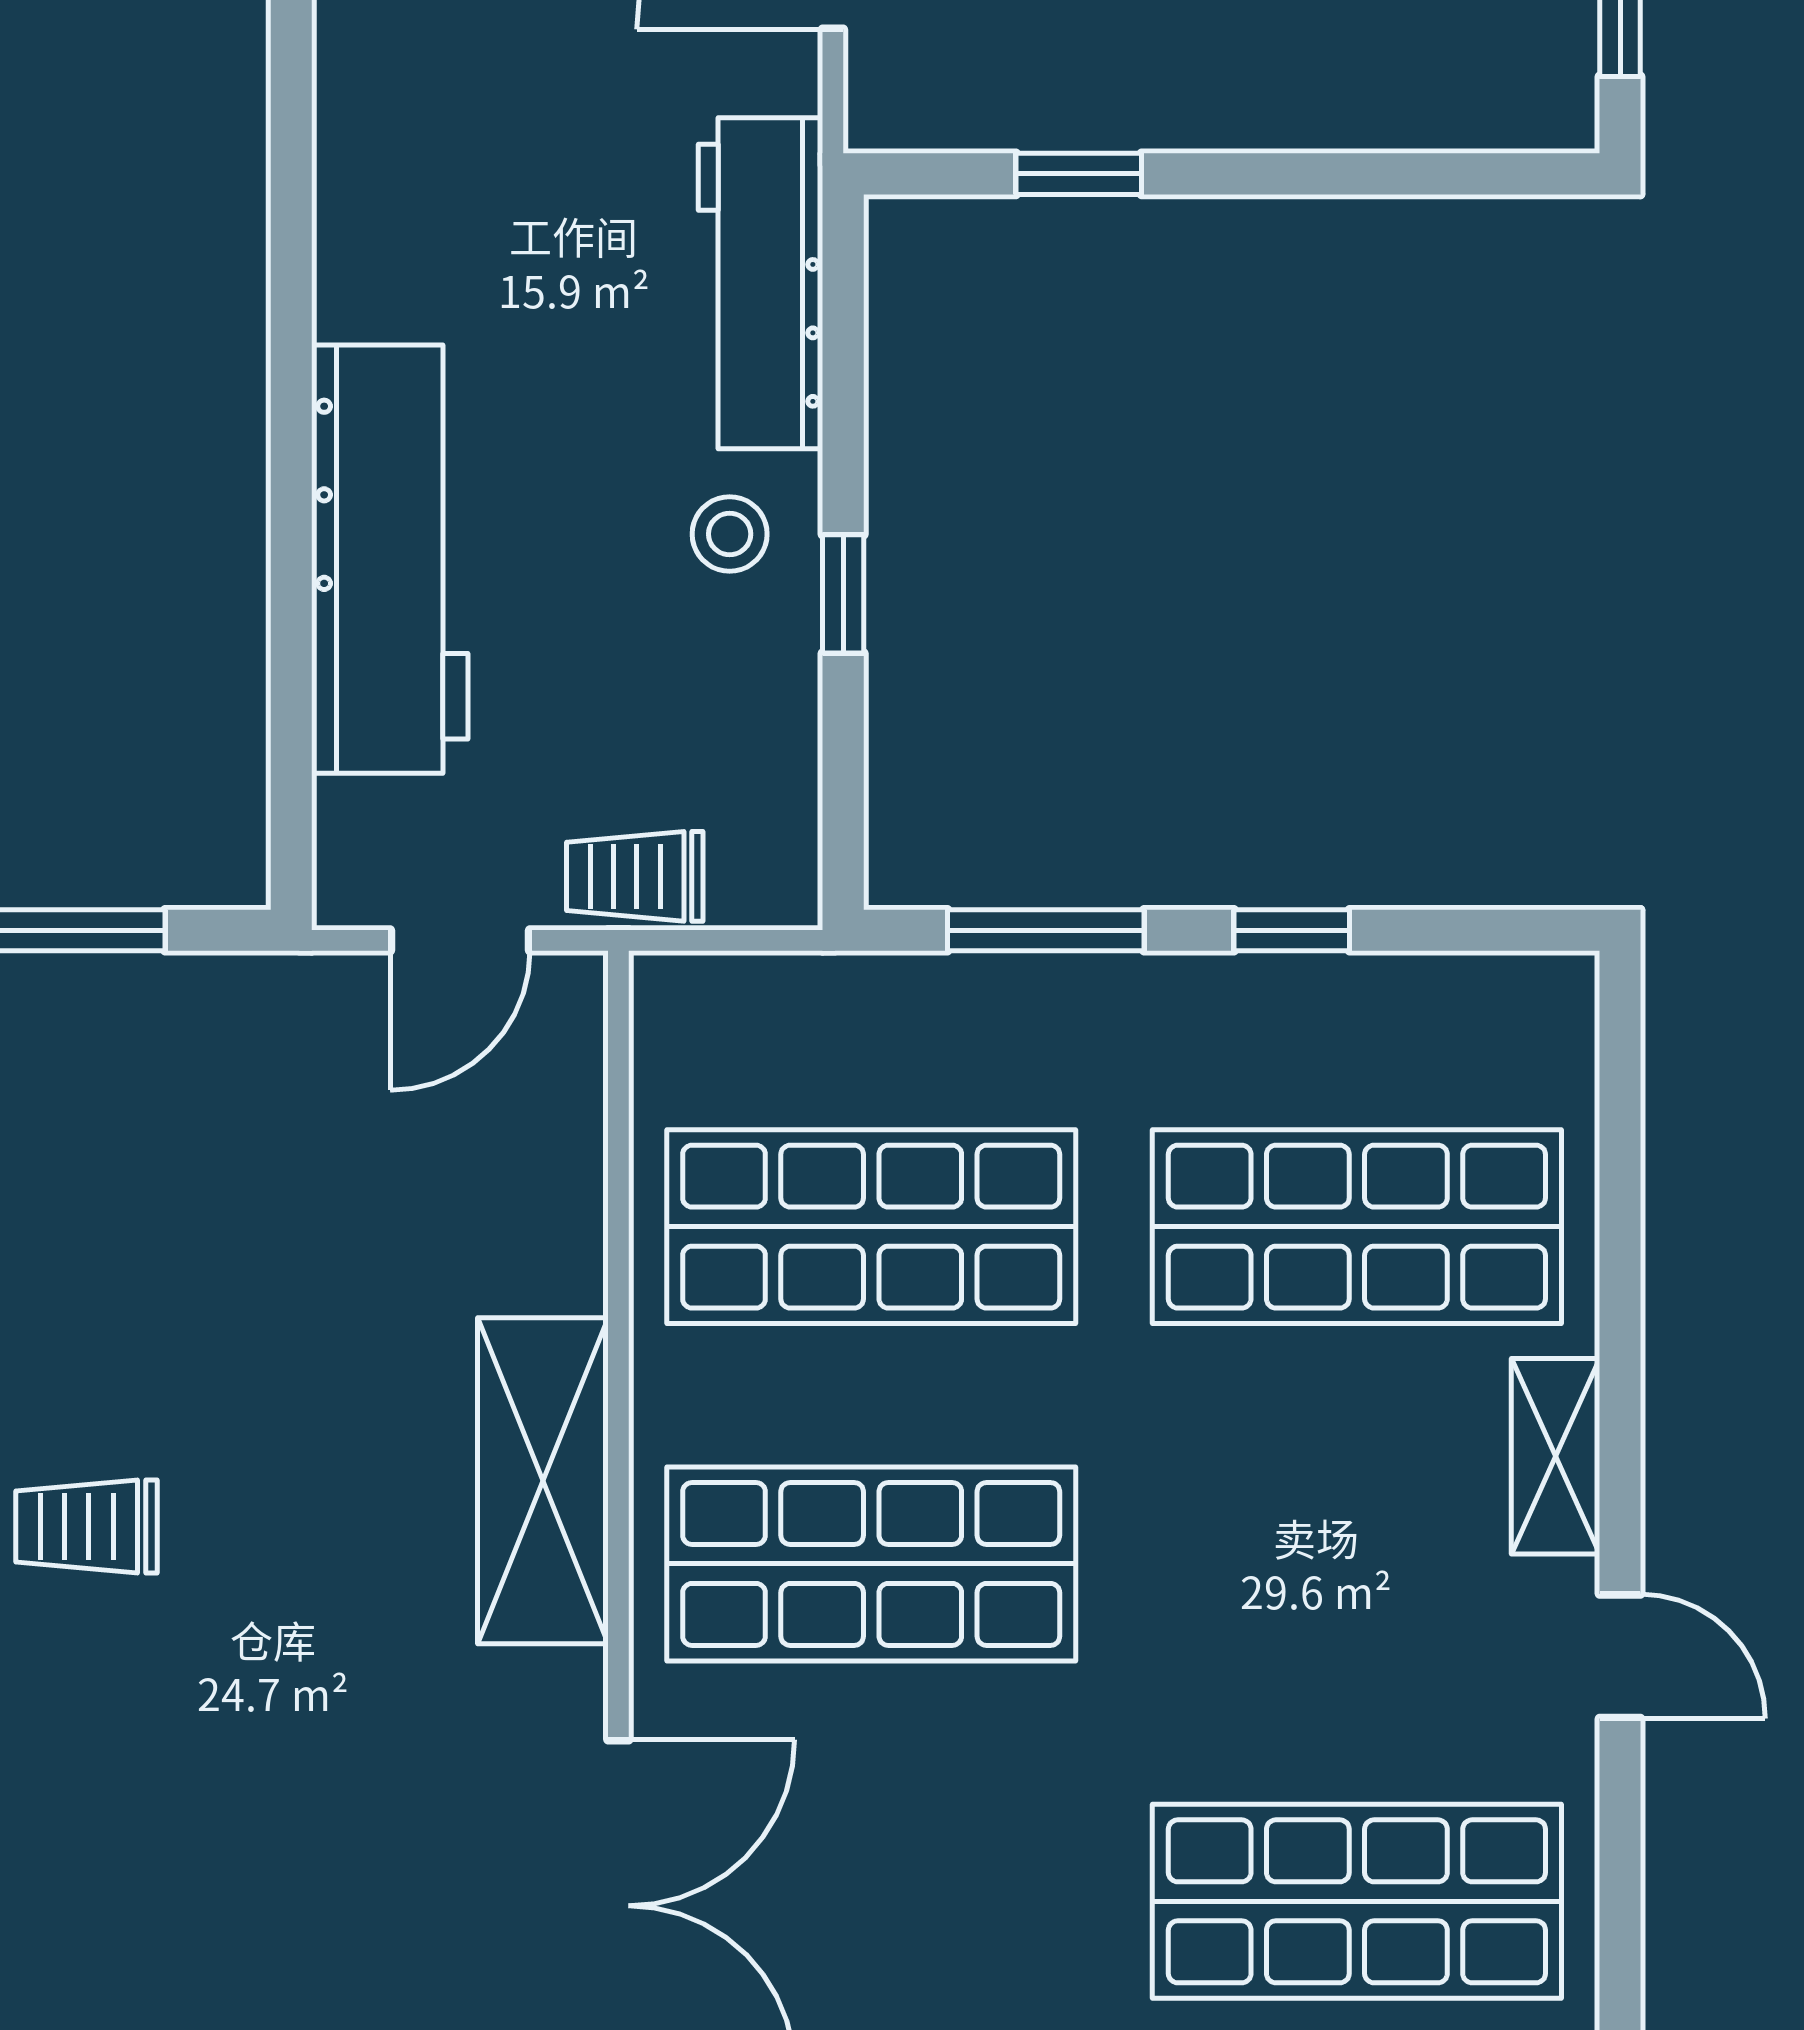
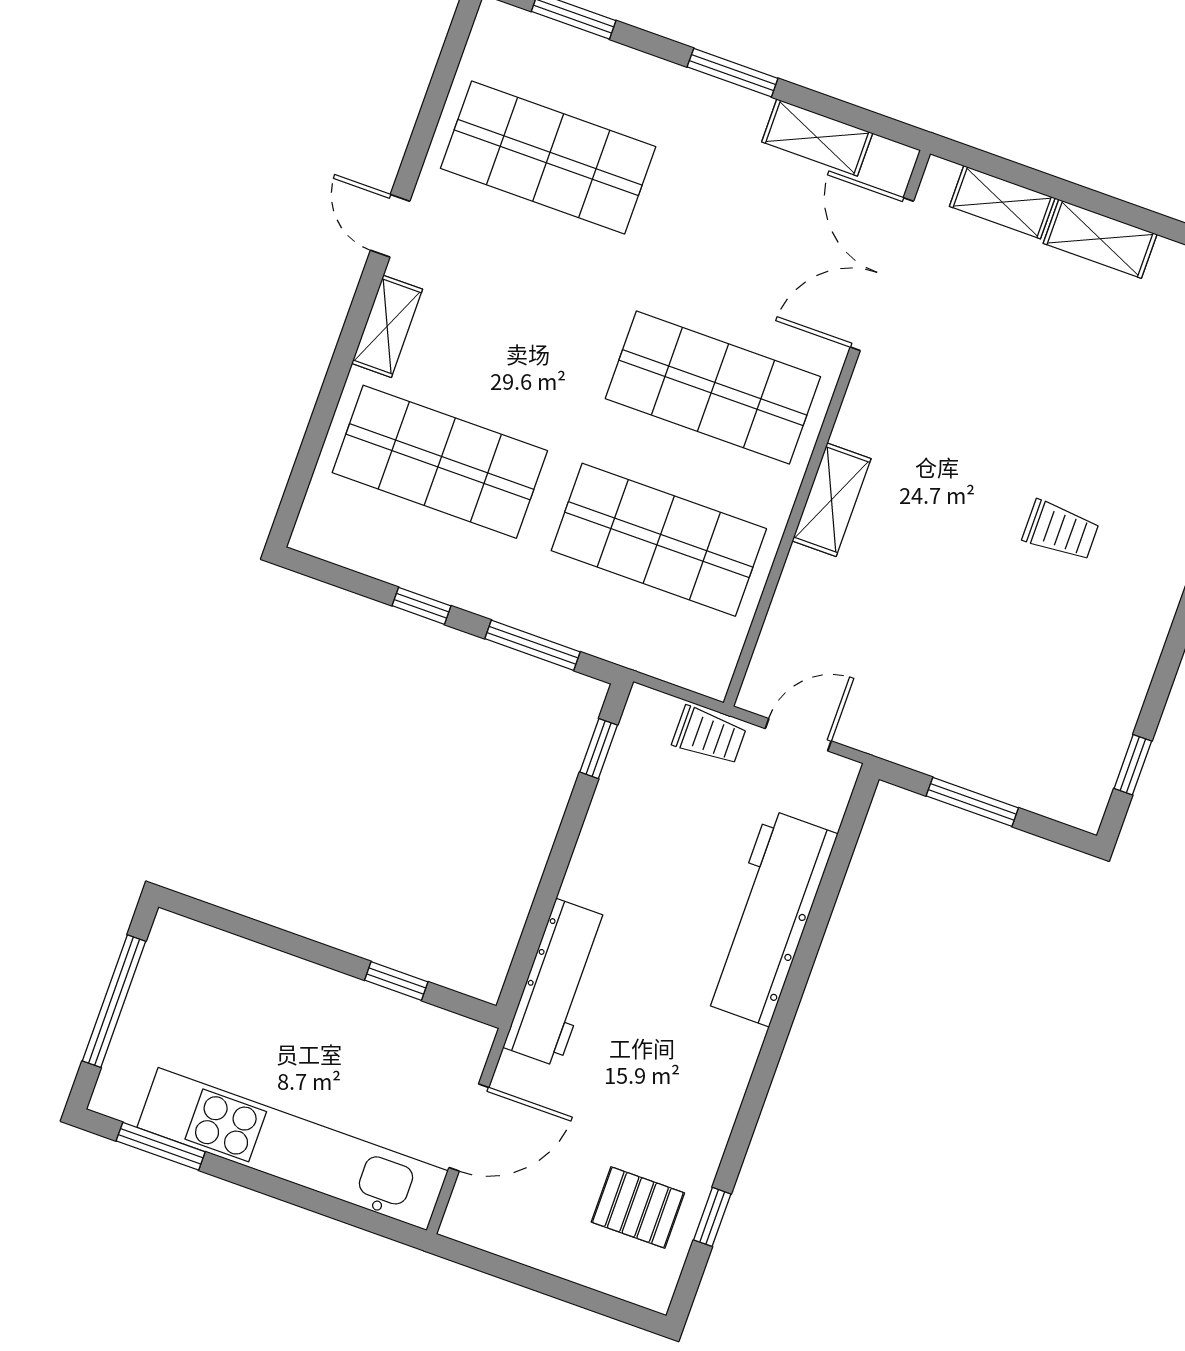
stool: (730, 534) -> (611, 875), removed
window: (843, 594) -> (599, 749), moved
shelving: (543, 1481) -> (832, 500), width x0.67, depth x0.75

